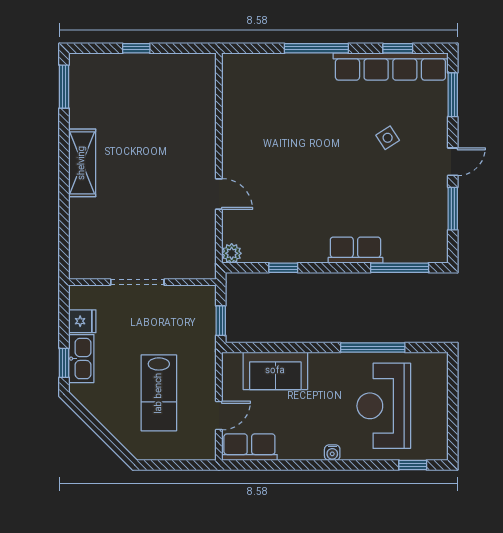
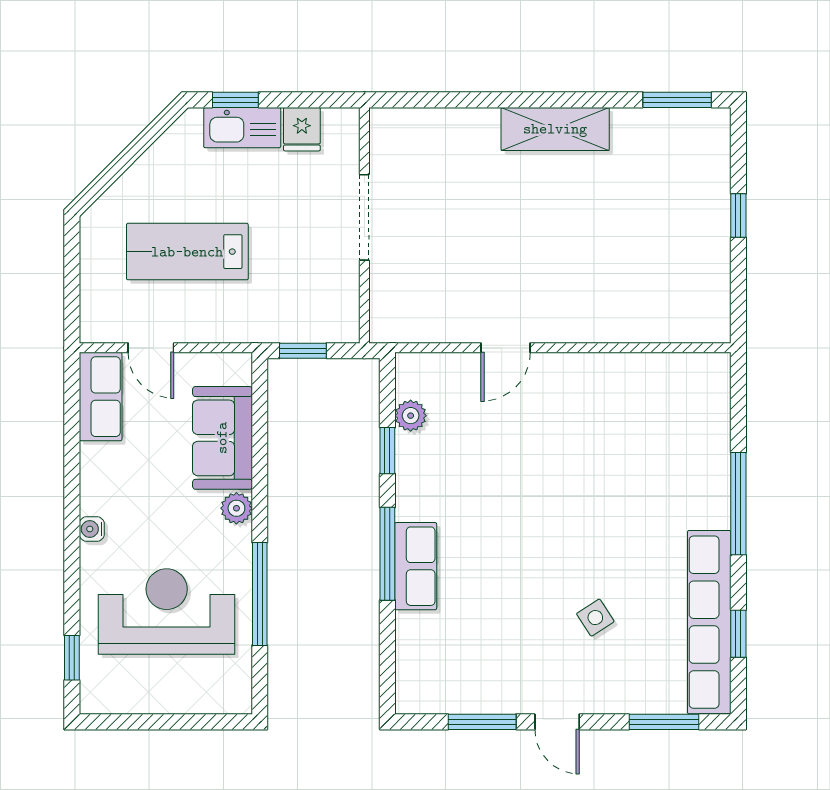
plant: (232, 253) -> (411, 416), moved
window: (400, 268) -> (387, 554), moved
plant: (319, 362) -> (236, 508), added

